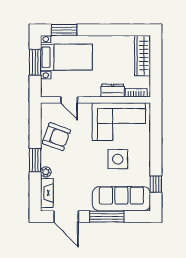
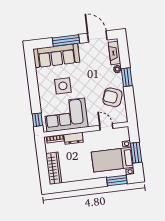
window: (156, 184) -> (37, 120), moved

